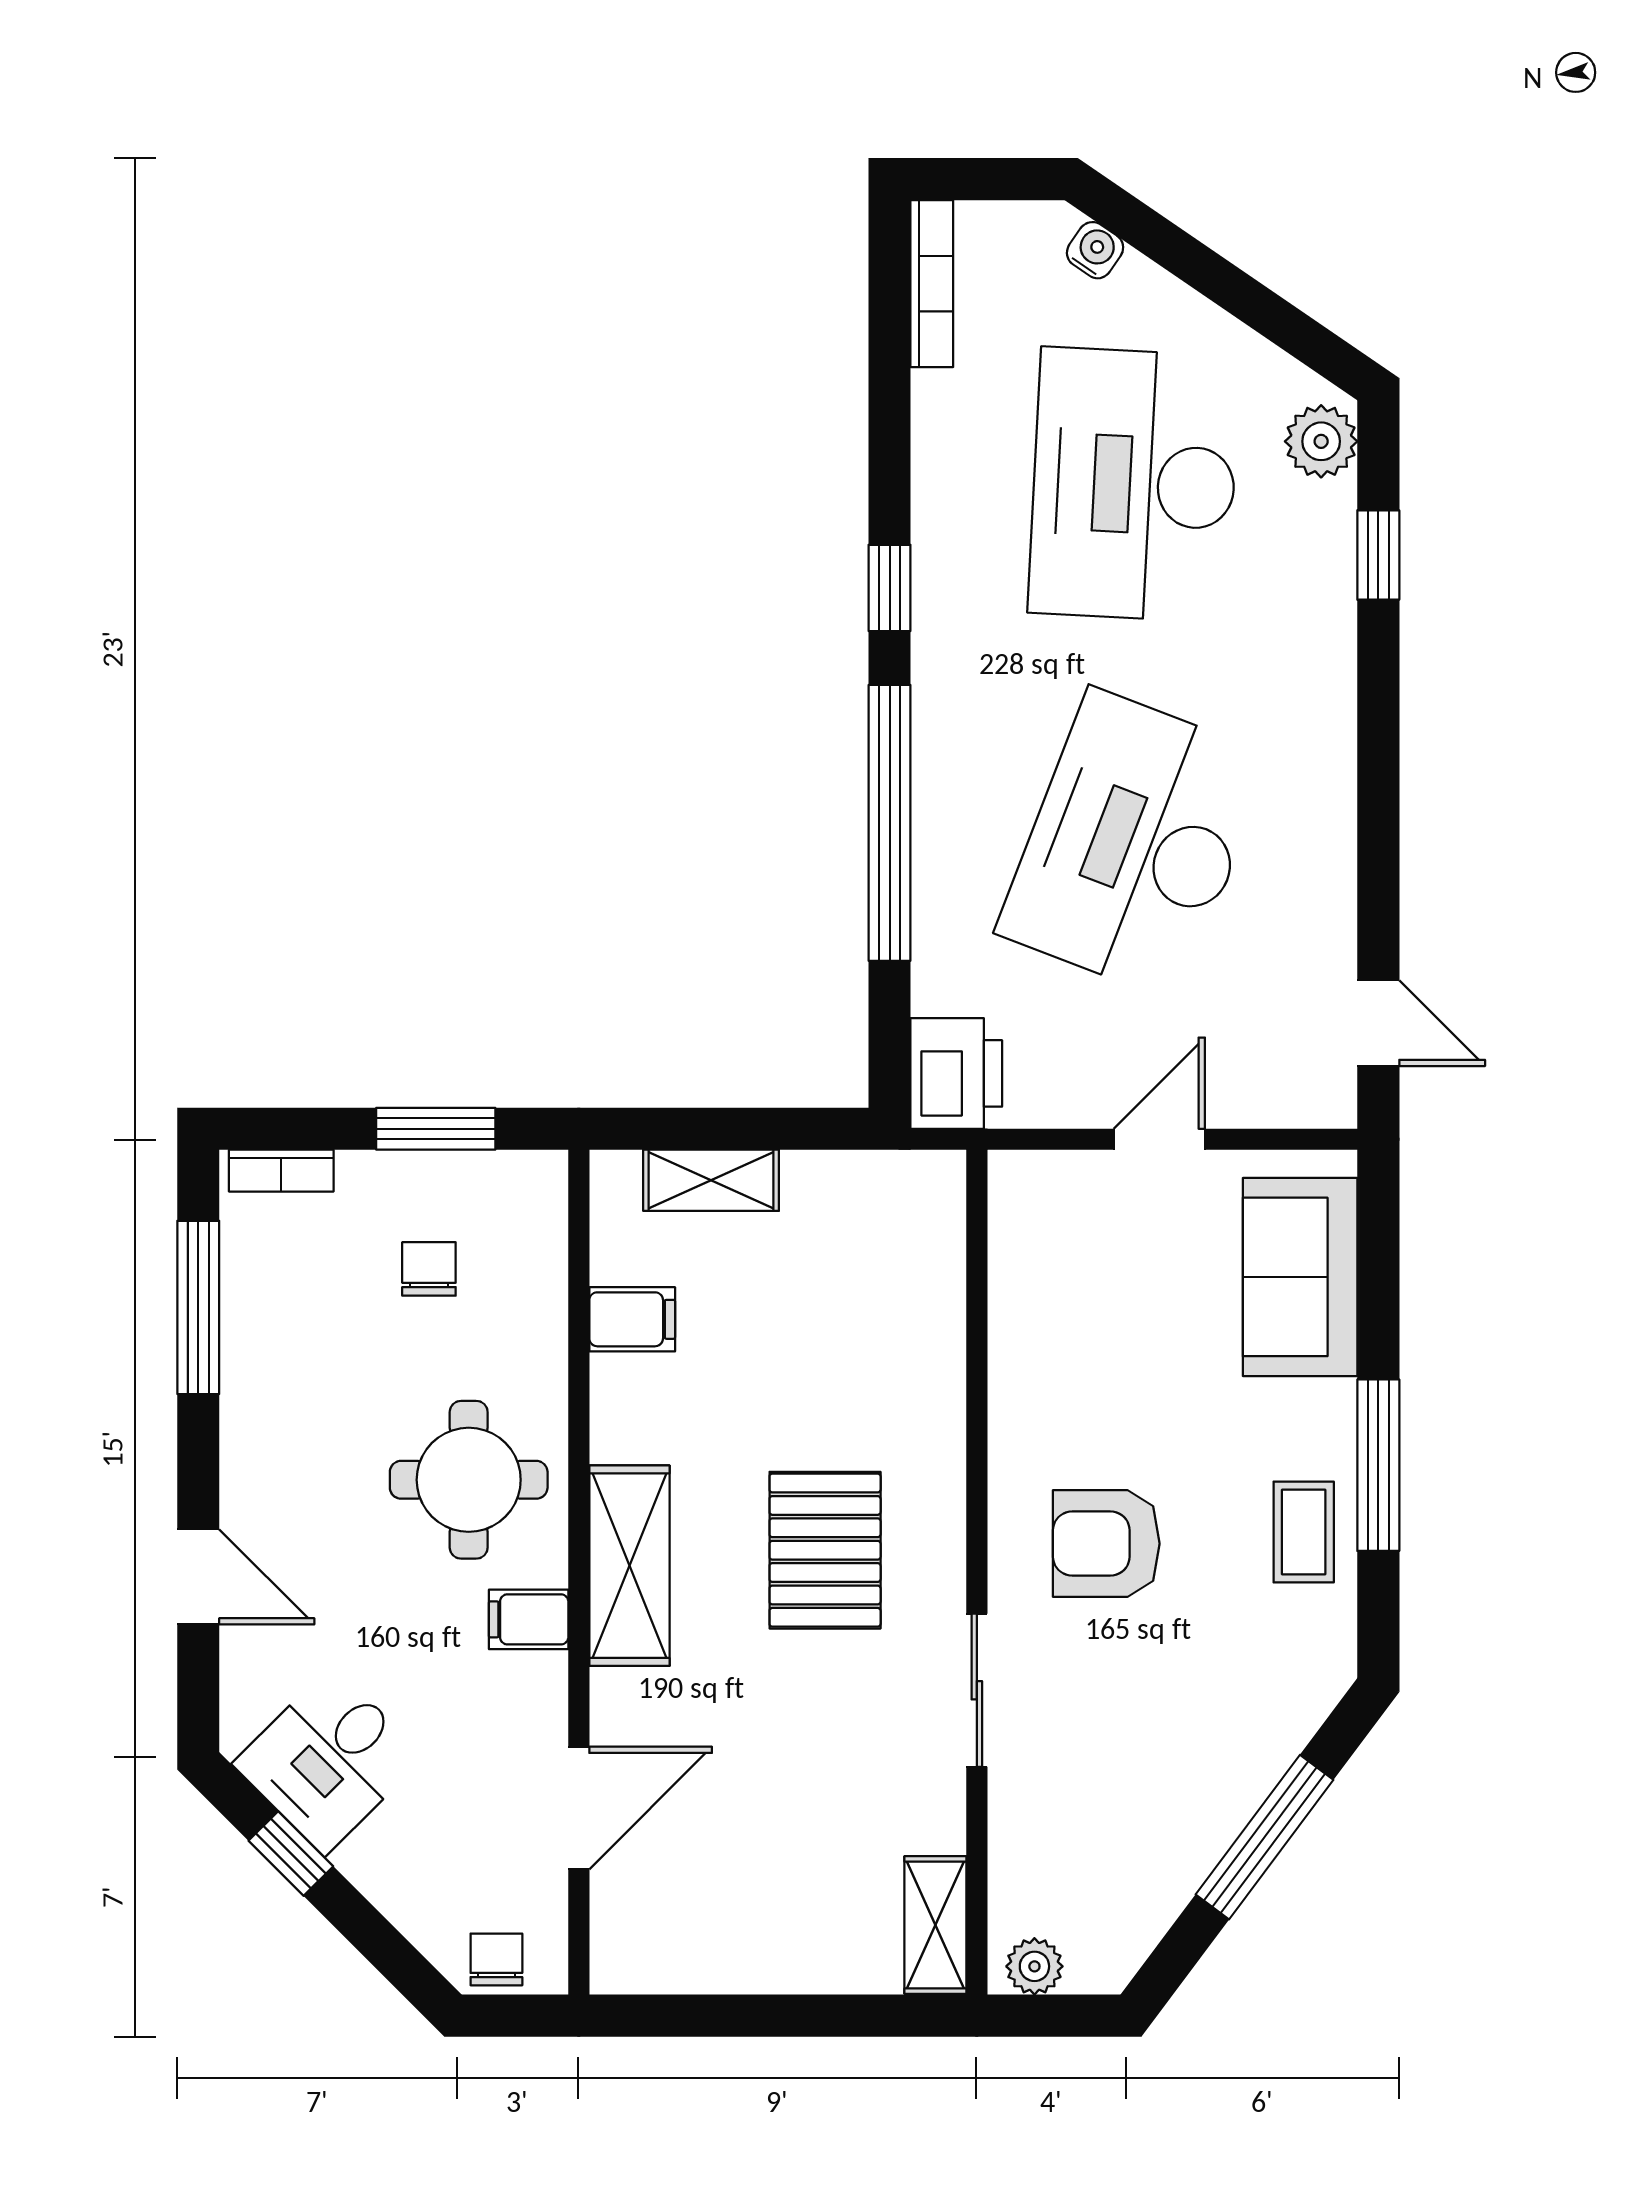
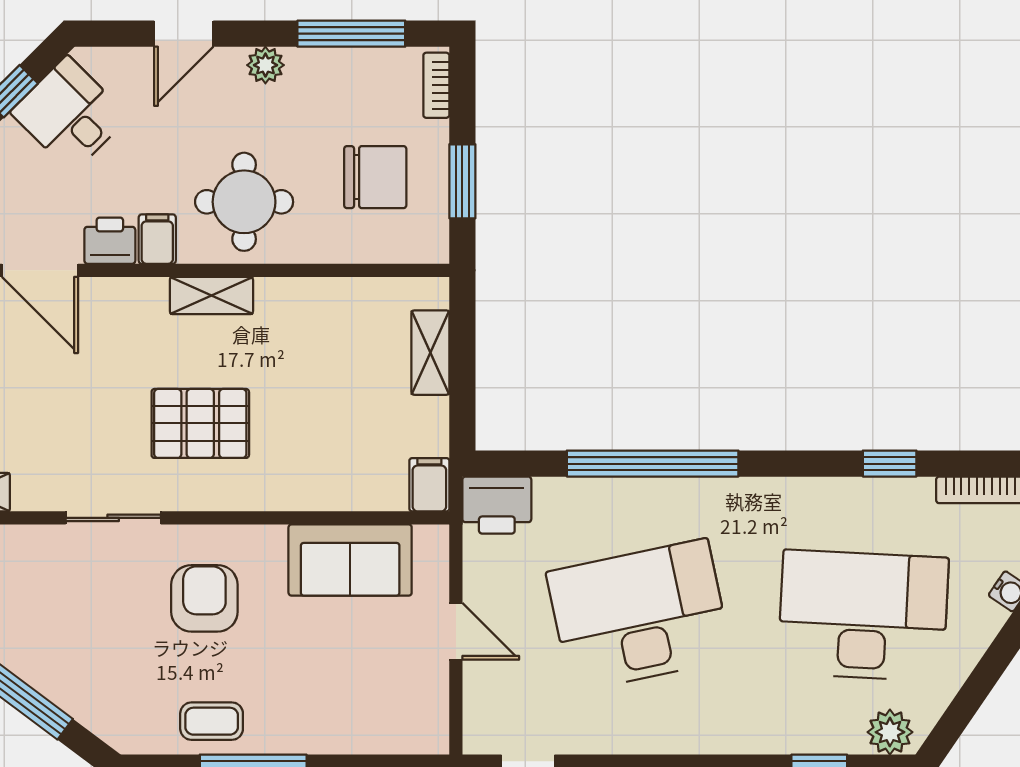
window: (890, 588) -> (890, 464), moved
desk: (1134, 844) -> (639, 616), turned -33
chair: (429, 1269) -> (375, 177), width x1.87, depth x1.87
sofa: (1300, 1277) -> (350, 560), moved, turned 180
filing cabinet: (632, 1319) -> (429, 485), moved, turned 180
plant: (249, 1445) -> (265, 65), added
shelving: (629, 1566) -> (211, 296), width x0.67, depth x0.75
printer: (531, 1696) -> (110, 241), added

